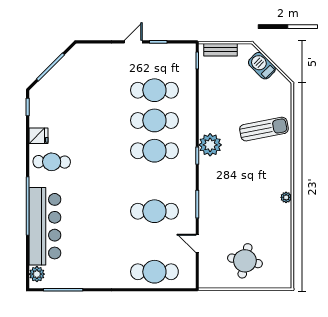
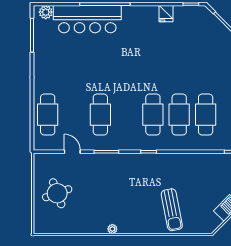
plant: (210, 145) -> (158, 163), removed
cafe table: (52, 162) -> (143, 25), removed
door: (197, 243) -> (72, 152), hinge flipped
round table: (245, 261) -> (57, 193), turned -32

